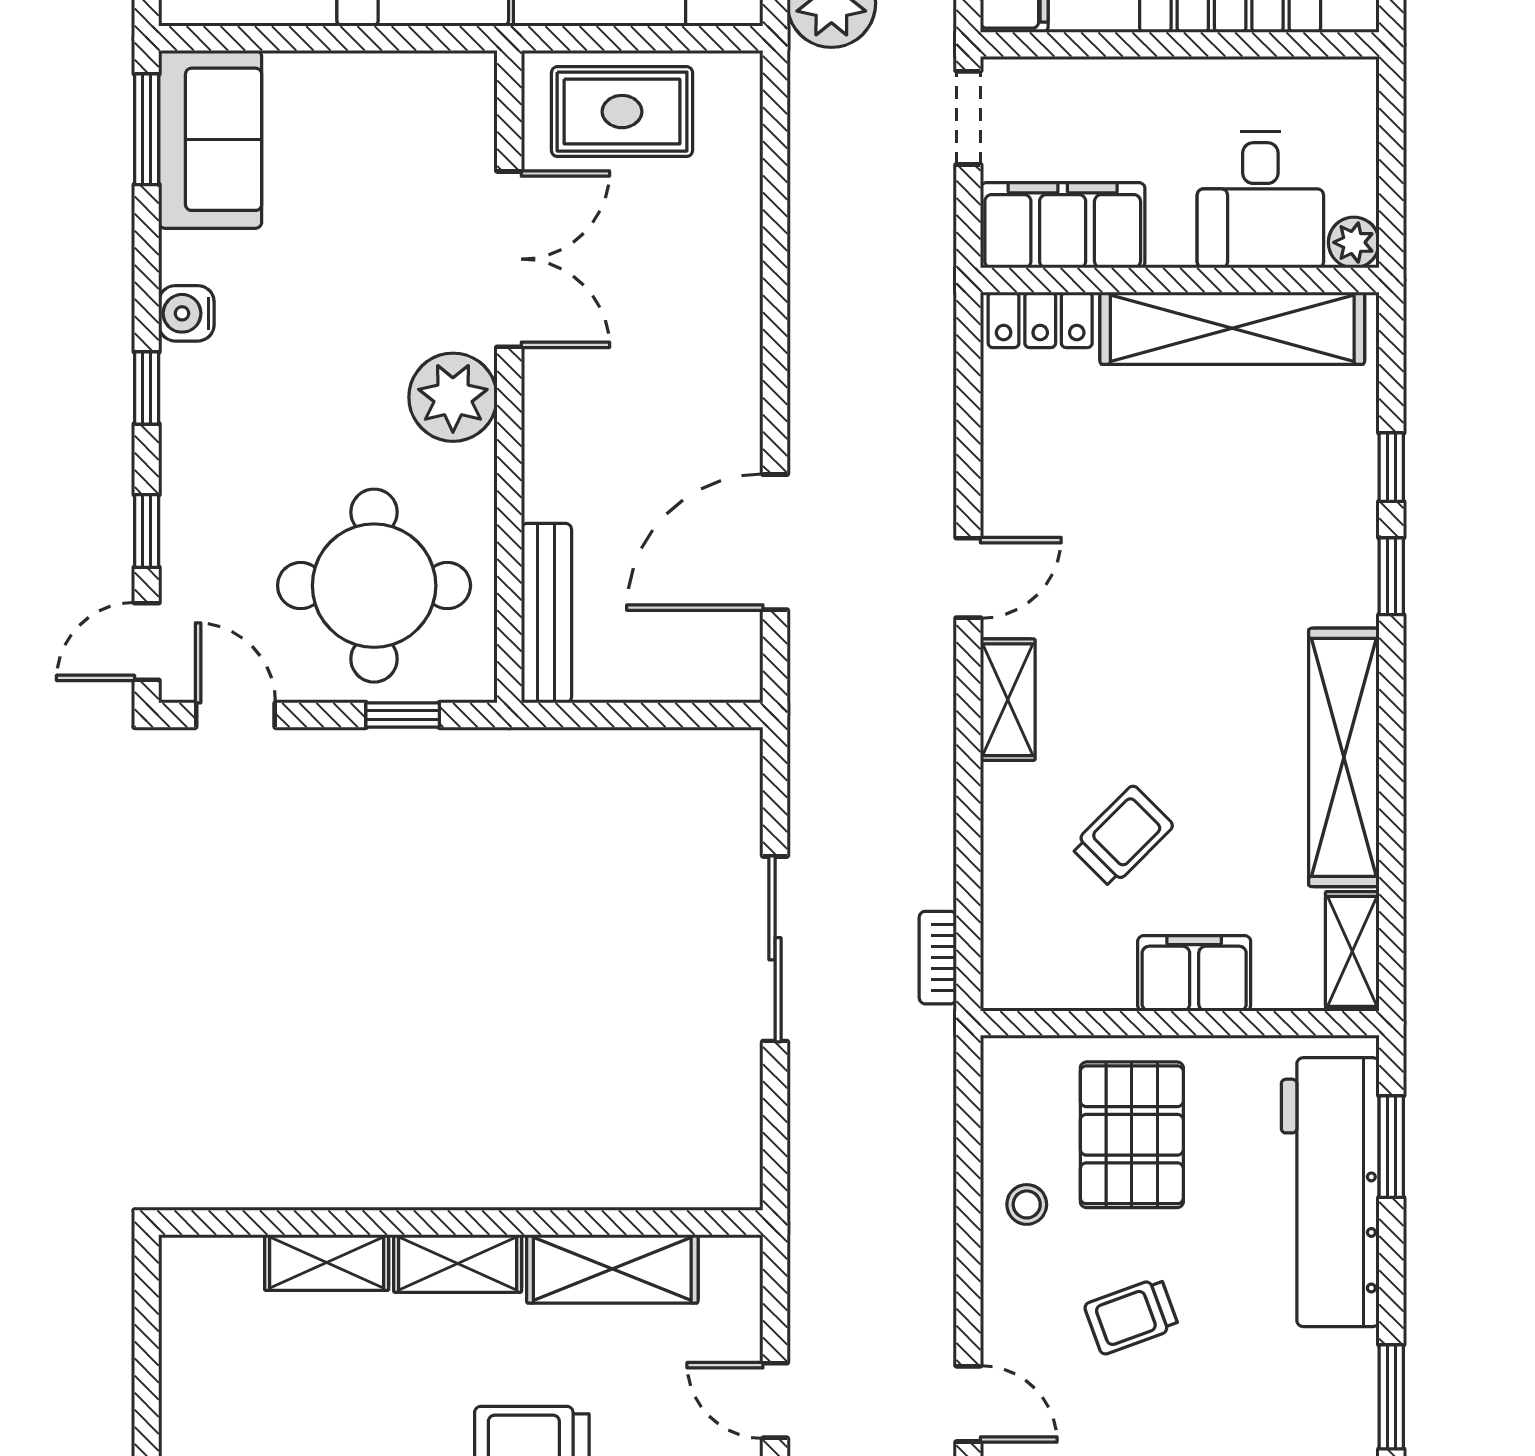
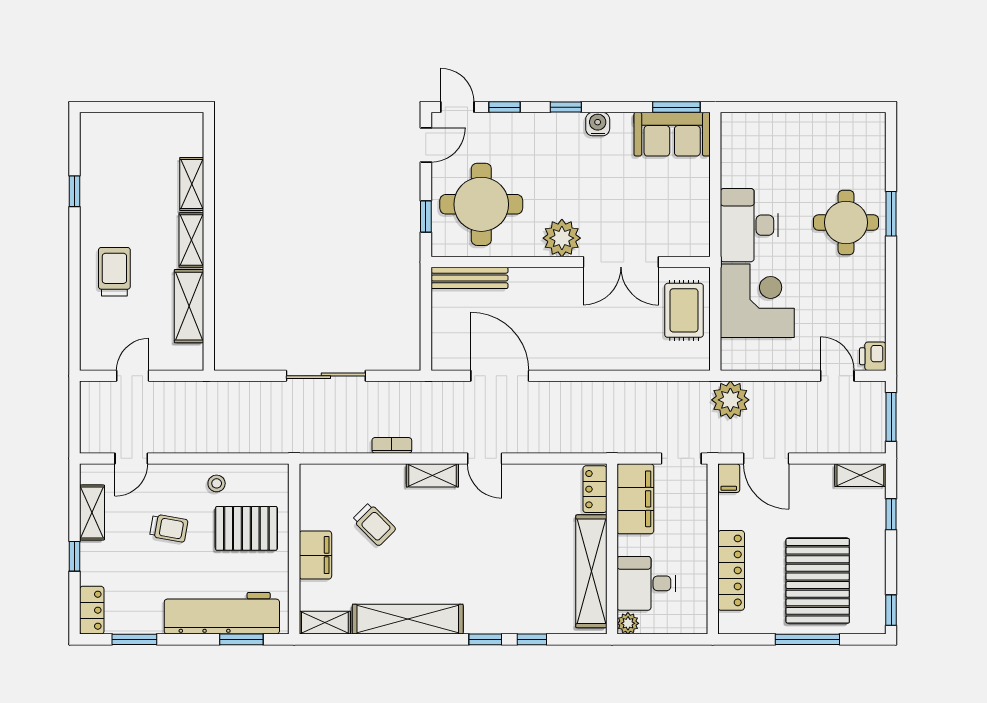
bookcase: (938, 958) -> (392, 445), moved
trolley: (1131, 1316) -> (169, 528), turned 120

